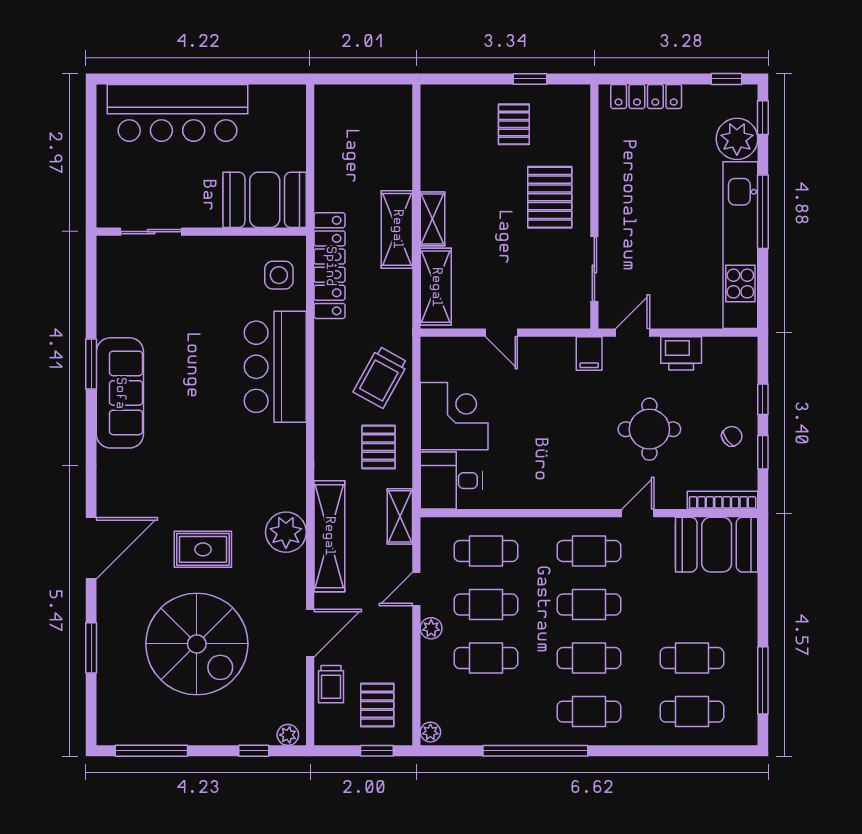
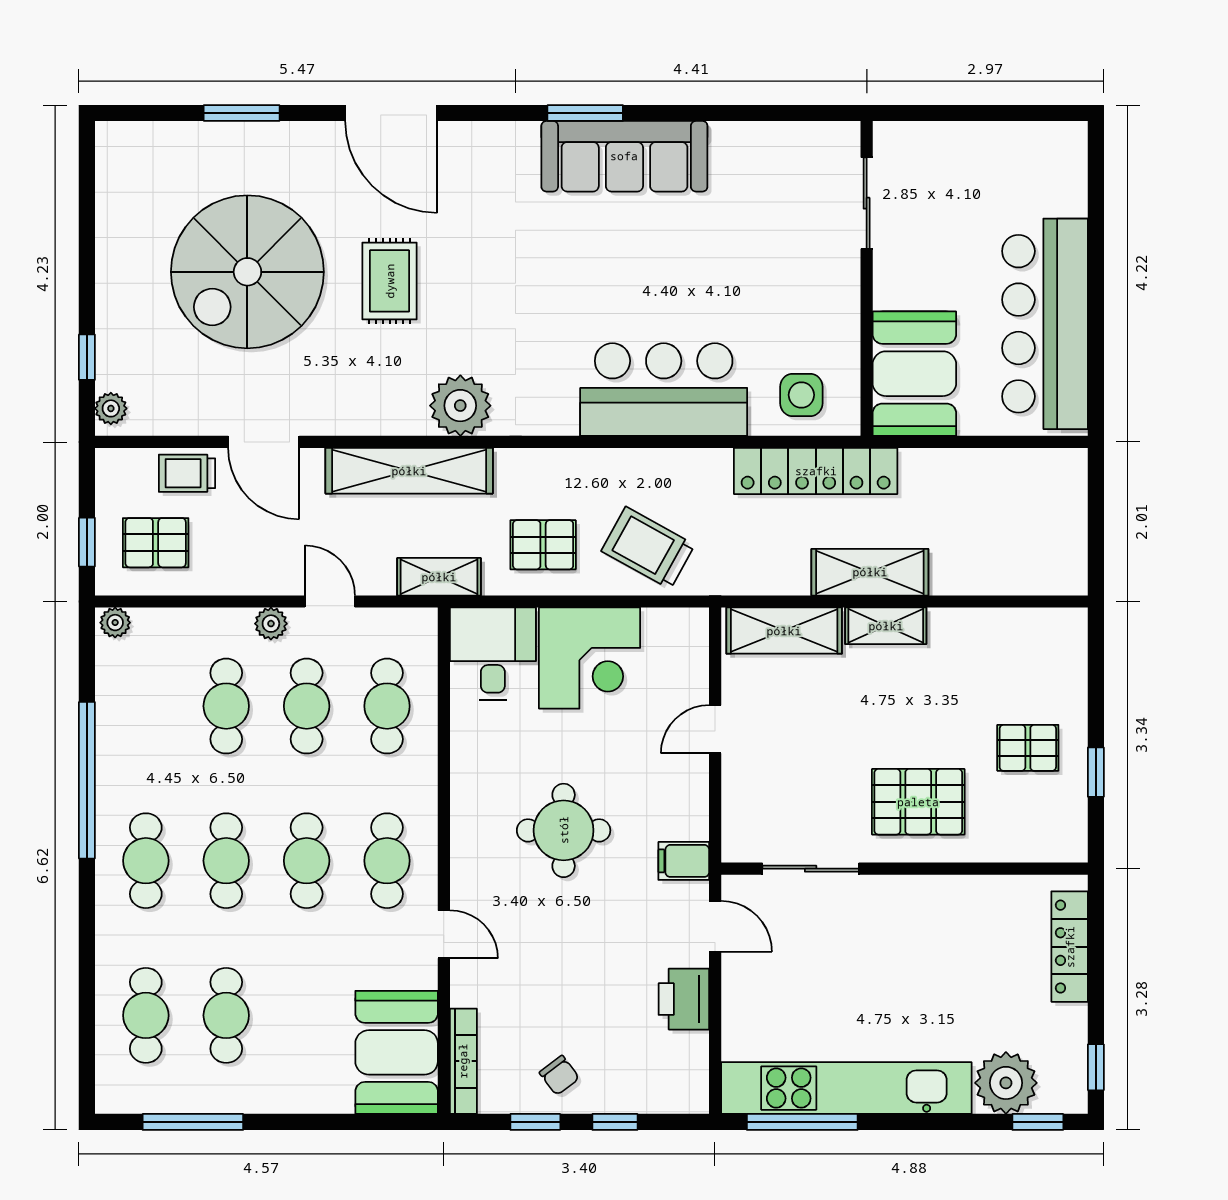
bar counter: (178, 113) -> (1045, 324), moved
window: (763, 212) -> (802, 1122), moved
window: (91, 364) -> (585, 113), moved
round table: (649, 429) -> (564, 830), moved
plant: (286, 532) -> (460, 406), moved
window: (151, 751) -> (87, 204), removed

